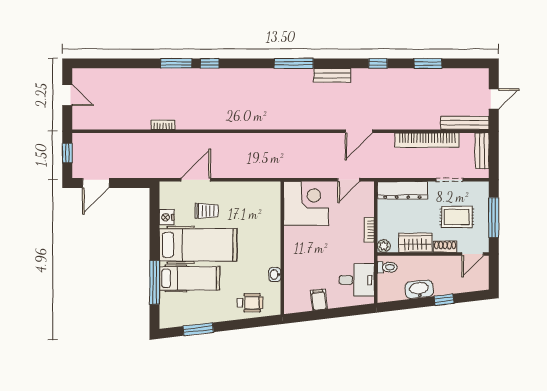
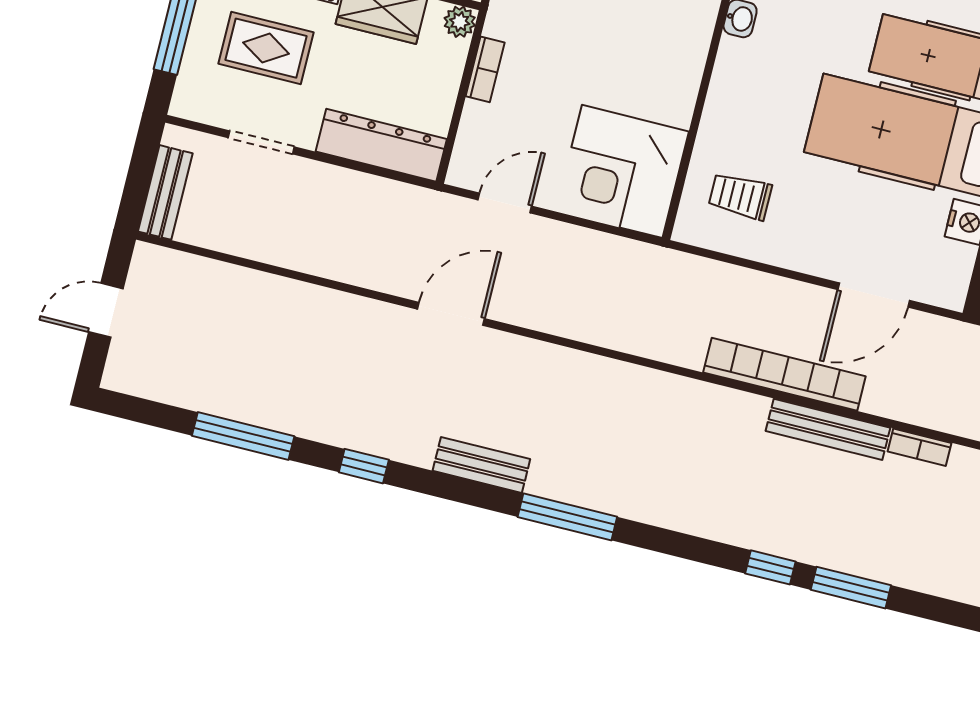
window: (428, 63) -> (243, 436), width x1.44
bench: (465, 123) -> (828, 429), moved
bookcase: (427, 140) -> (784, 374), moved
trolley: (207, 211) -> (740, 196), moved

